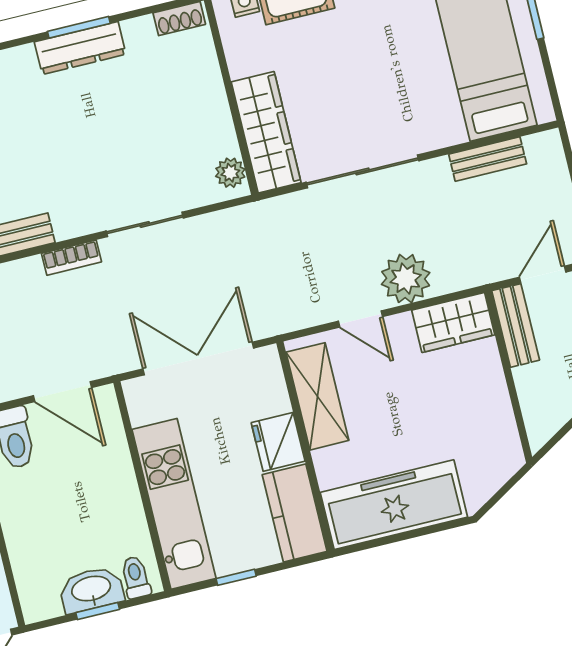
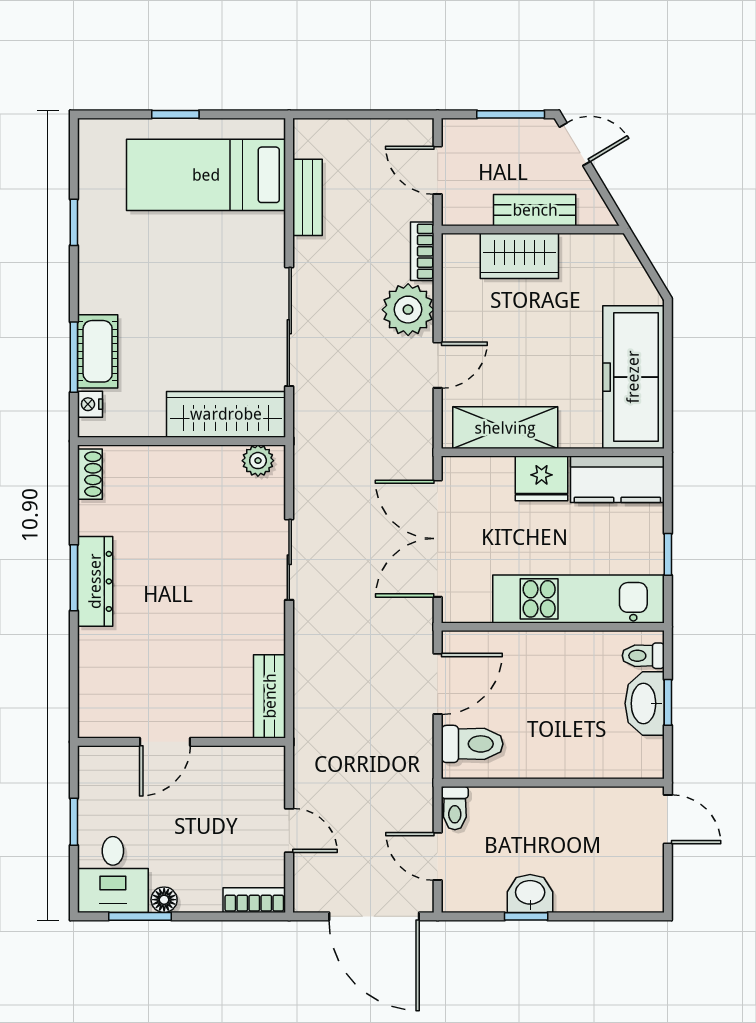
bookcase: (71, 258) -> (422, 251), moved, turned 180
wardrobe: (453, 322) -> (519, 256), moved, turned 90
bench: (516, 325) -> (535, 210), moved

